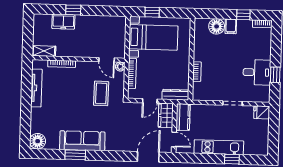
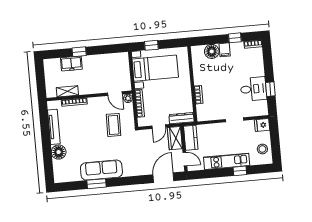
shelving: (44, 51) -> (67, 91), moved
stool: (259, 138) -> (262, 149), added
floor lamp: (38, 141) -> (59, 152), moved

